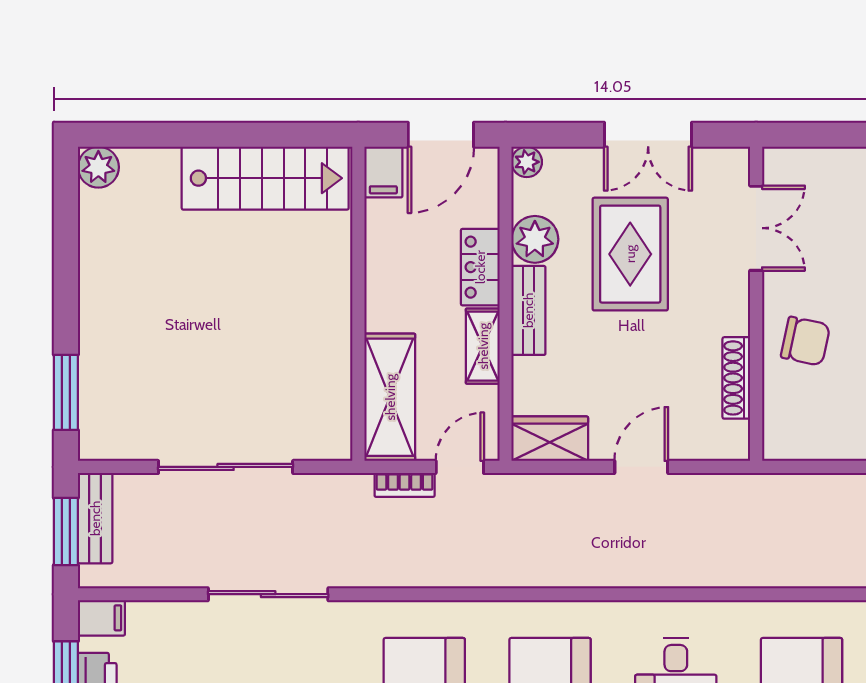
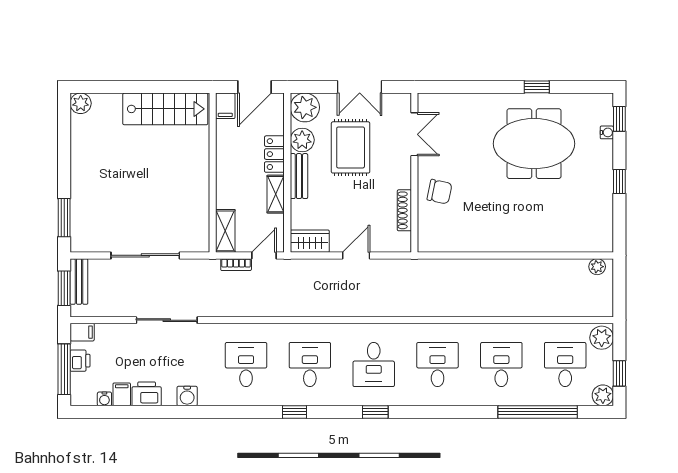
plant: (527, 162) -> (305, 107), width x1.88, depth x1.88
shelving: (390, 397) -> (225, 231), width x0.67, depth x0.75

